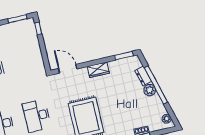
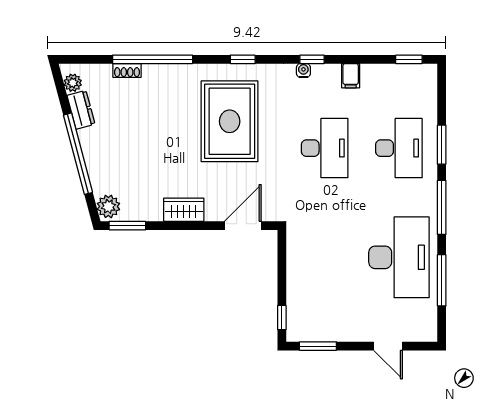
door: (68, 69) -> (243, 226), swing flipped
dresser: (143, 76) -> (81, 110), moved
plant: (150, 90) -> (108, 206), moved

